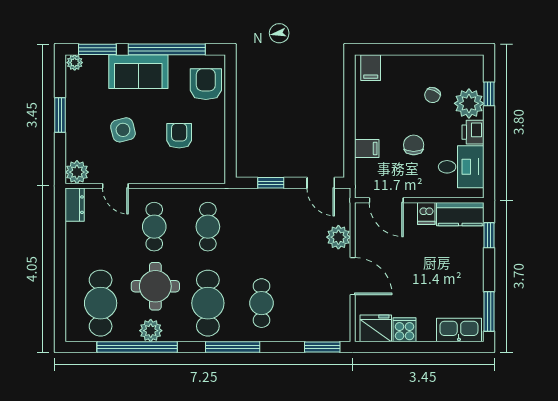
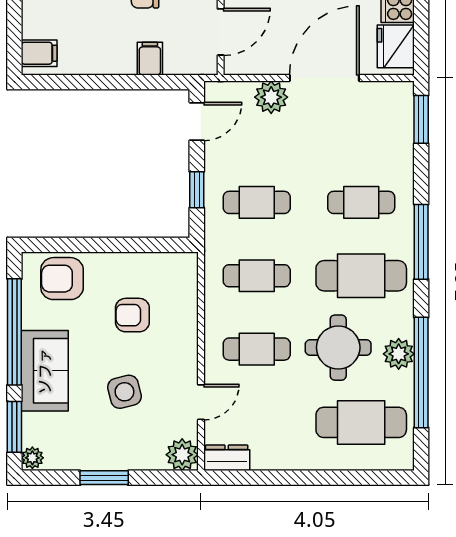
cafe table: (262, 227) -> (257, 202), added
door: (353, 276) -> (324, 78), width x1.36

